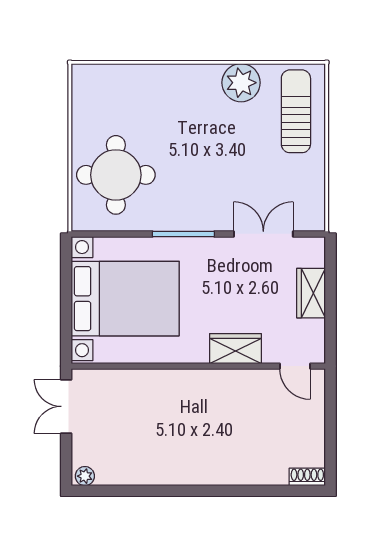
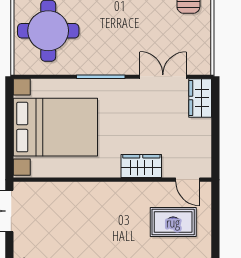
wardrobe: (311, 293) -> (200, 98), moved
rug: (276, 421) -> (173, 222), added

